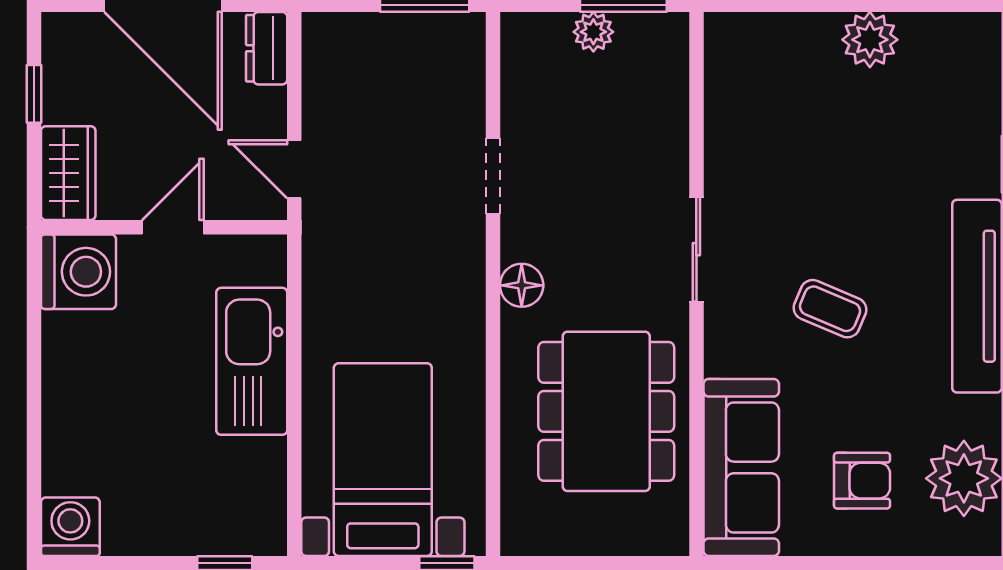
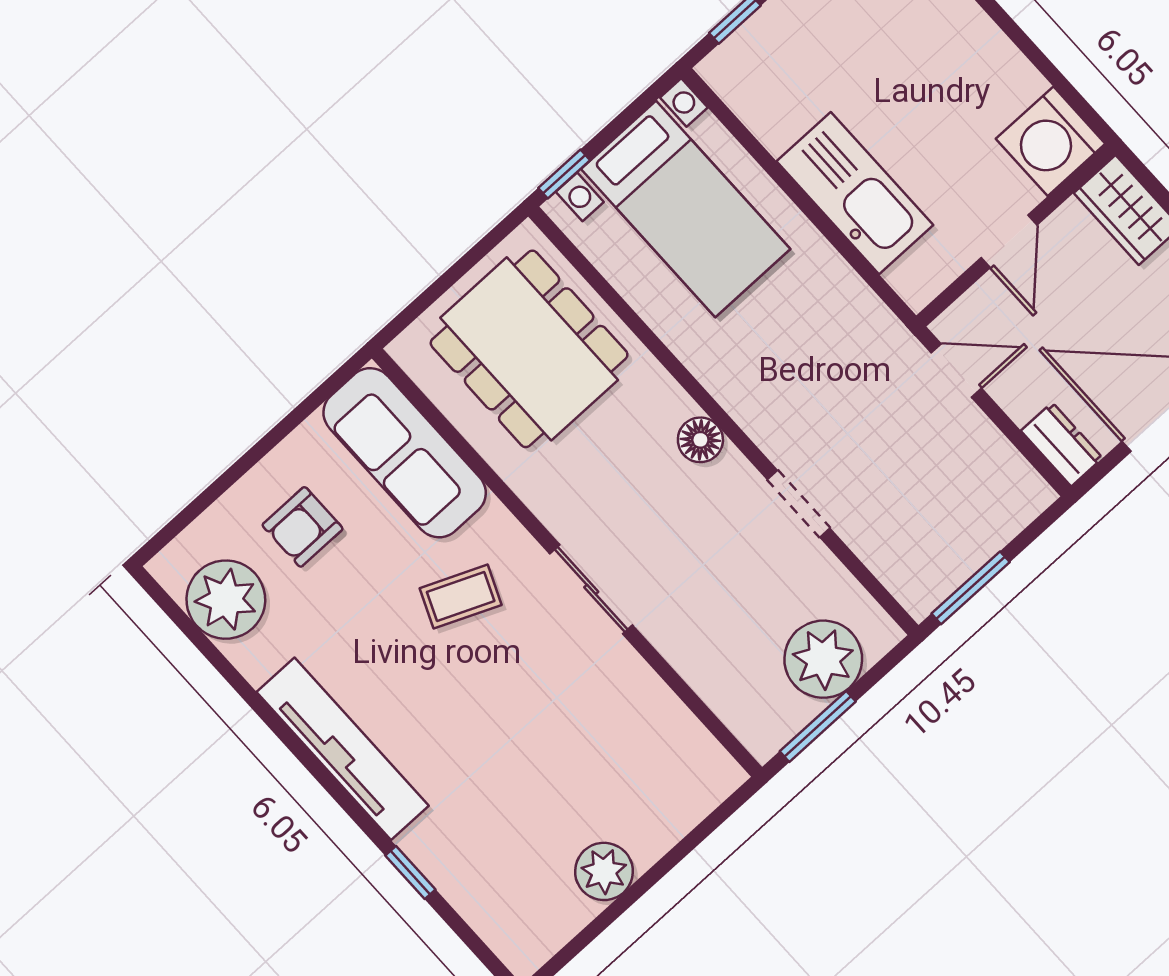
plant: (593, 32) -> (823, 659), width x1.88, depth x1.88
coffee table: (830, 309) -> (461, 597), moved
dining table: (606, 411) -> (529, 349), moved

